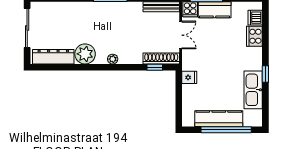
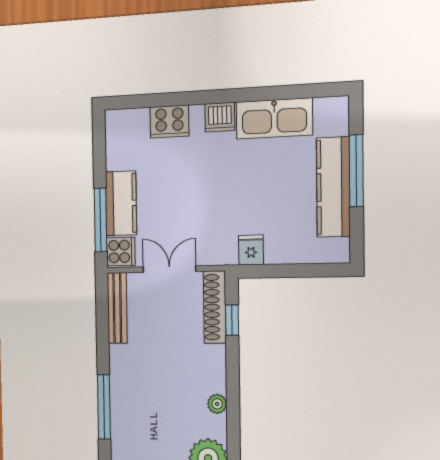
dishwasher: (255, 18) -> (220, 117), moved
window: (265, 74) -> (243, 95), removed
window: (226, 130) -> (356, 171), width x0.68

